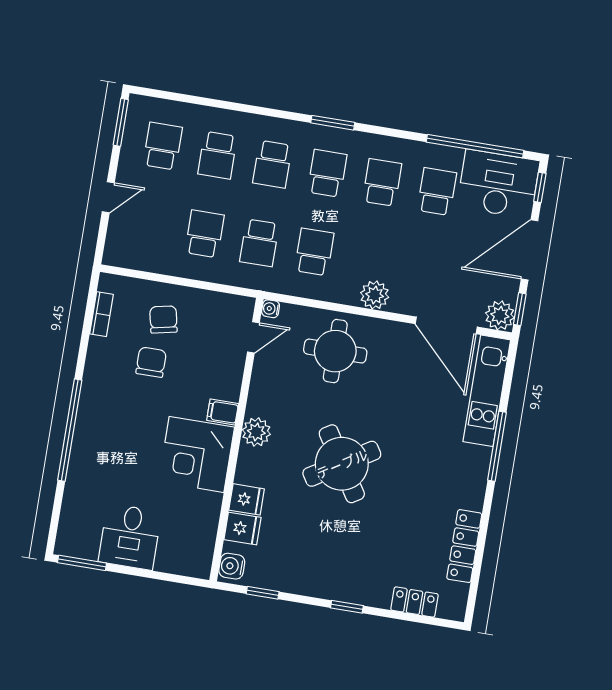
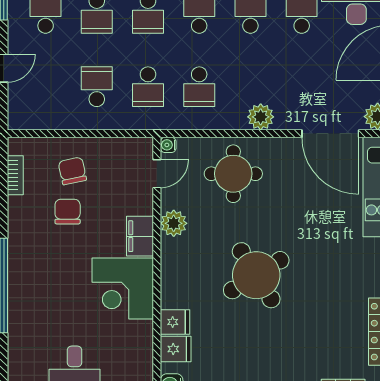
school desk: (314, 252) -> (199, 87), turned 180
filing cabinet: (223, 412) -> (140, 236), width x2.00
plant: (256, 432) -> (174, 223), moved

